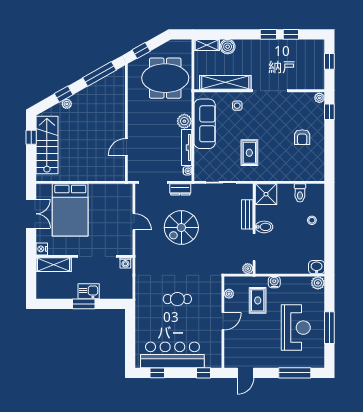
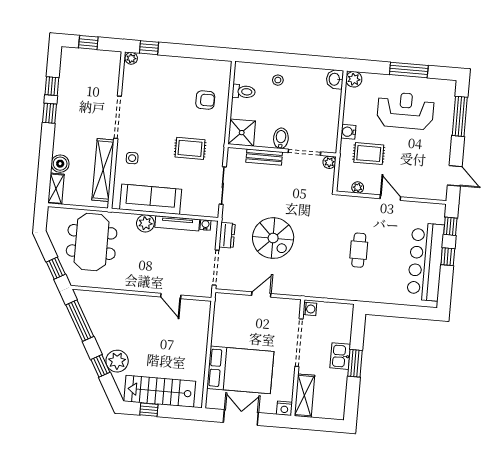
plant: (67, 104) -> (117, 361), width x1.88, depth x1.88
armchair: (302, 137) -> (205, 100), moved
window: (157, 373) -> (448, 257), moved

